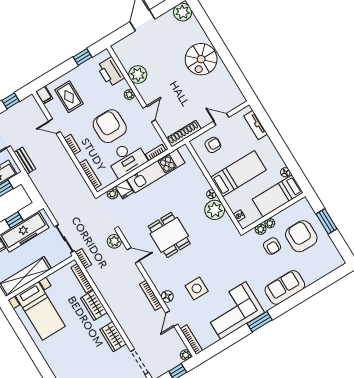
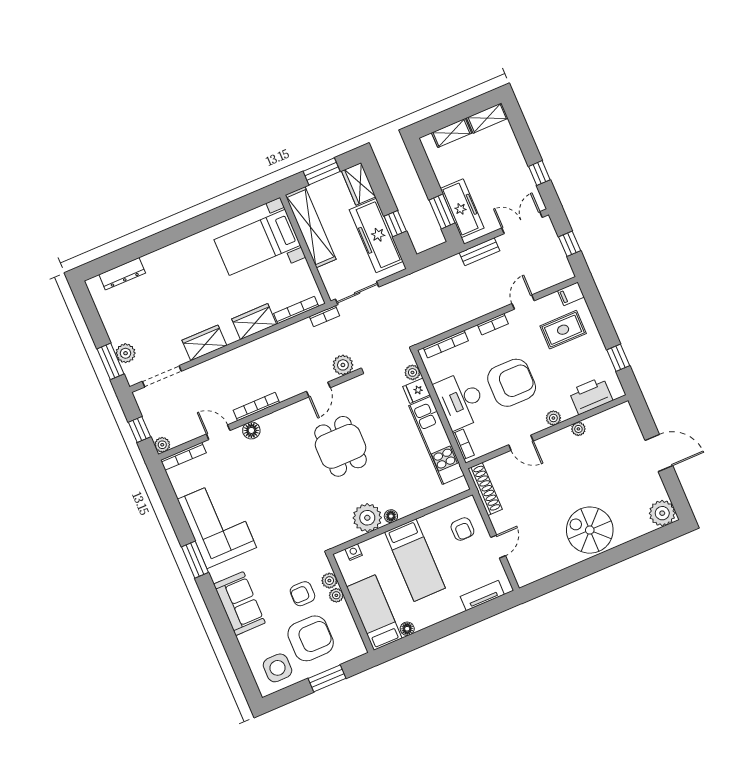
plant: (138, 75) -> (578, 429), width x0.53, depth x0.53
dining table: (169, 235) -> (341, 446), turned 90
side table: (197, 288) -> (277, 668), moved

